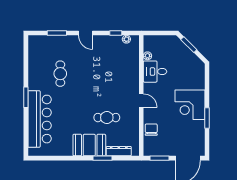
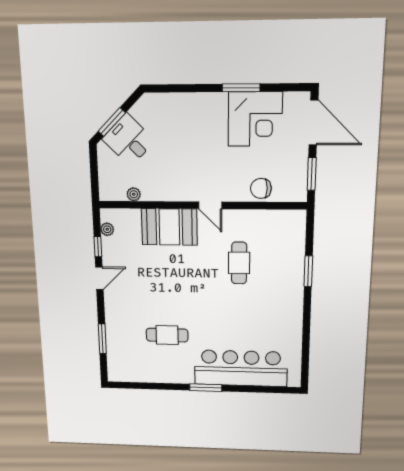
door: (86, 33) -> (99, 278), moved
desk: (155, 72) -> (129, 140), moved, turned 135
door: (141, 101) -> (210, 205), swing flipped
corner desk: (190, 105) -> (255, 119), moved
booth: (89, 145) -> (169, 227), moved, turned 90
dresser: (119, 151) -> (297, 244), removed

